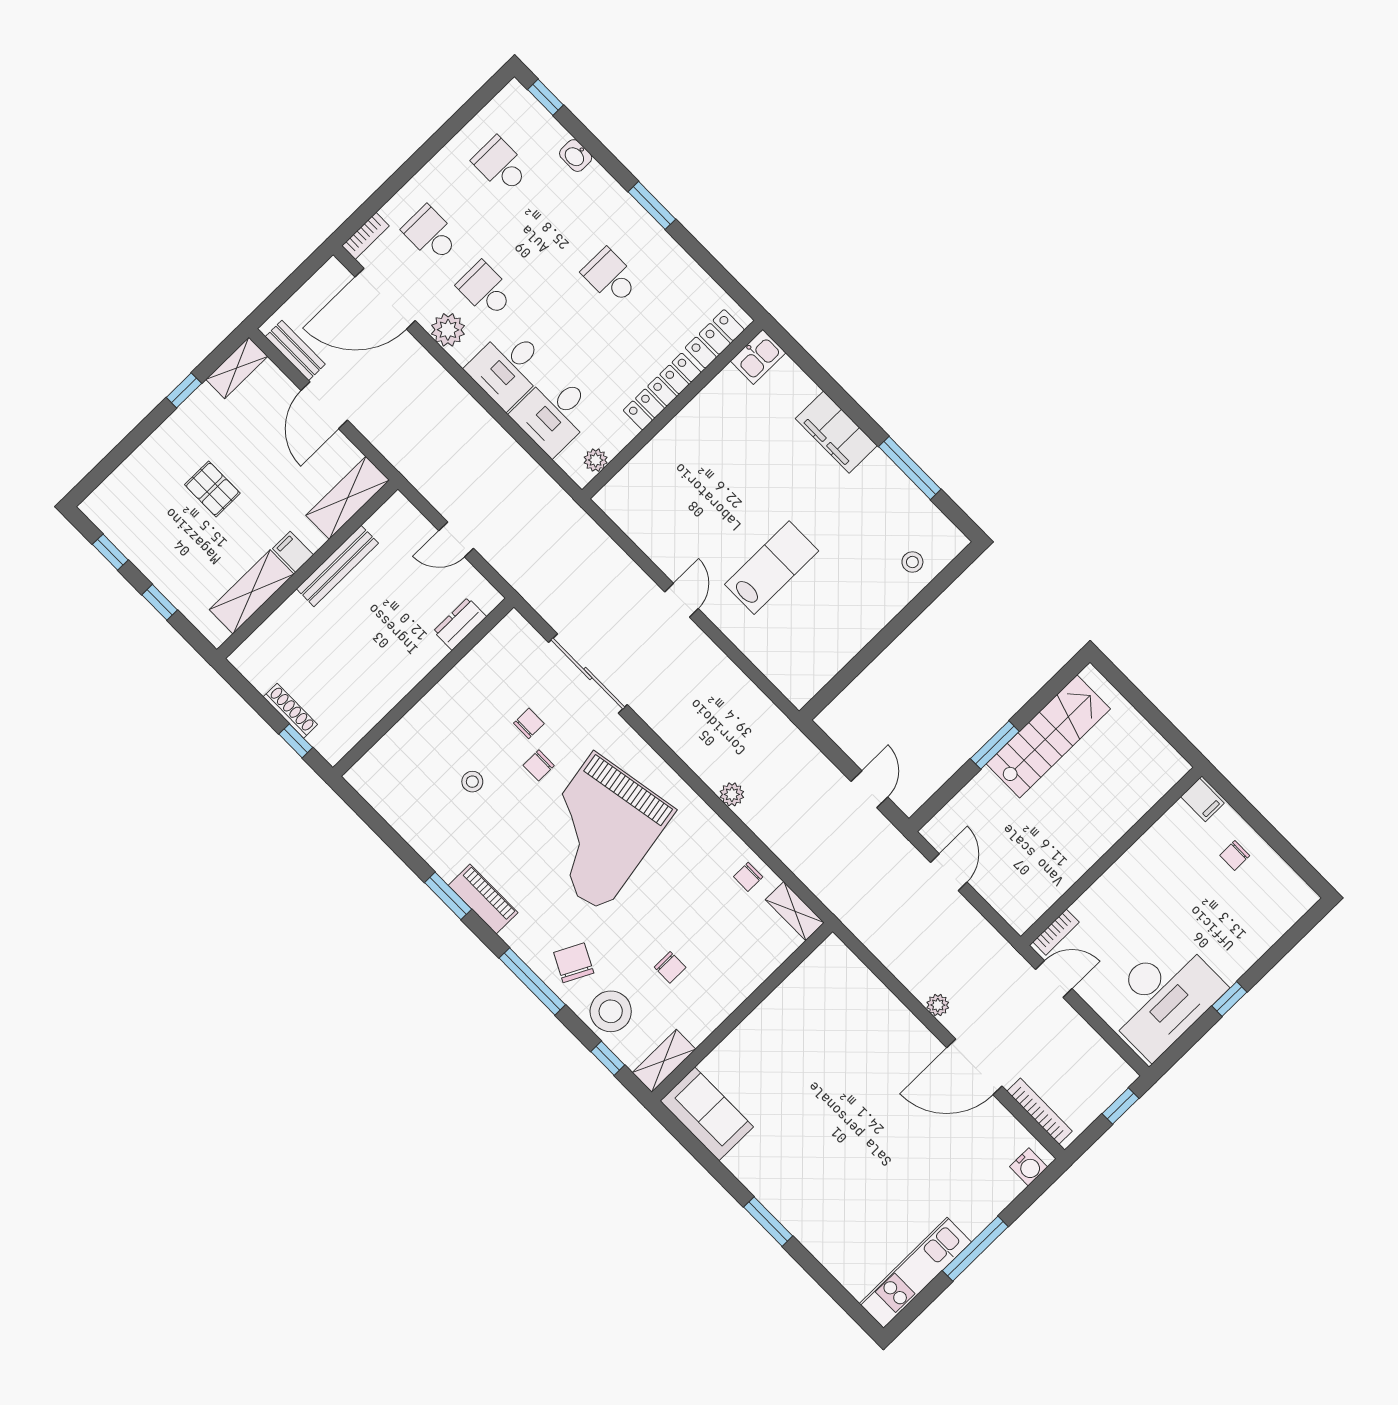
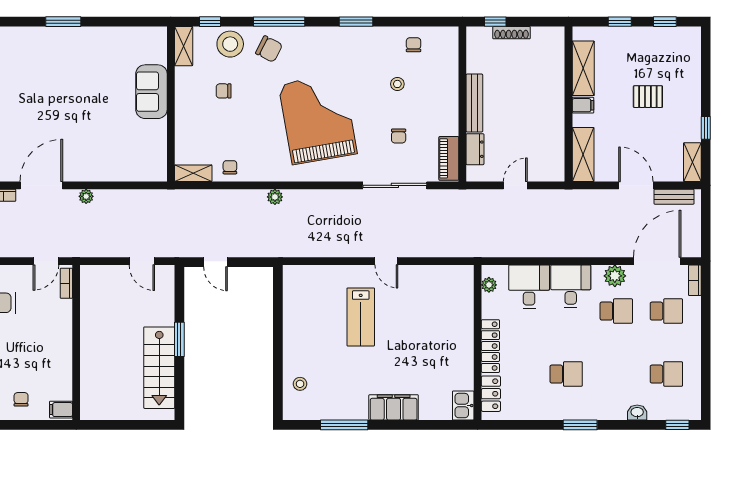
bench: (337, 566) -> (474, 103), moved
chair: (539, 765) -> (414, 45), moved
piano: (483, 899) -> (449, 158), moved, turned 90
sofa: (707, 1114) -> (151, 92), moved, turned 90

